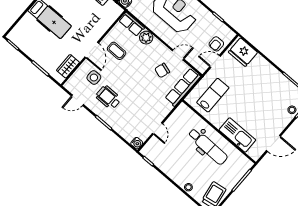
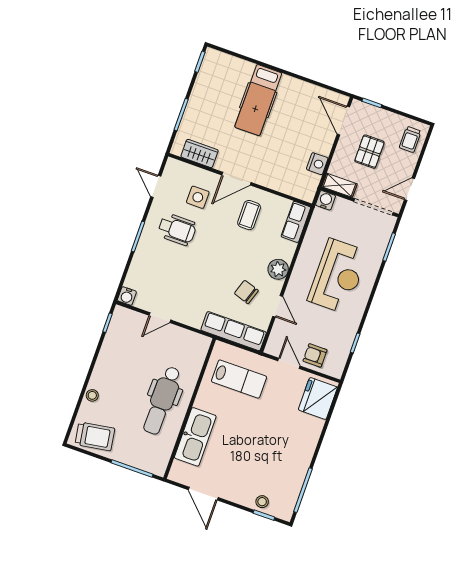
plant: (146, 38) -> (278, 269), moved
wheelchair: (108, 98) -> (177, 229), turned 90

